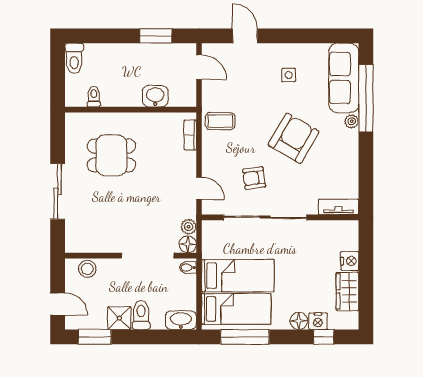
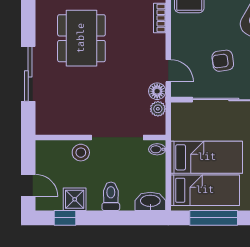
dining table: (111, 155) -> (81, 38), width x1.38
floor lamp: (188, 244) -> (157, 91), moved
stool: (87, 269) -> (81, 153), moved
shower: (119, 318) -> (75, 199), moved
window: (95, 337) -> (65, 218), width x0.67

